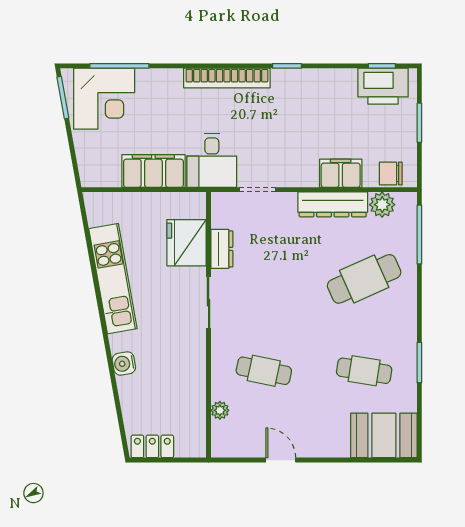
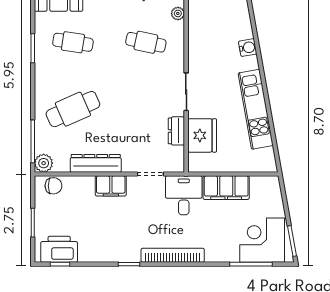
filing cabinet: (341, 173) -> (111, 186), moved
plant: (382, 205) -> (44, 163), moved

